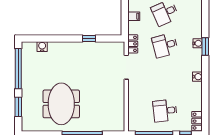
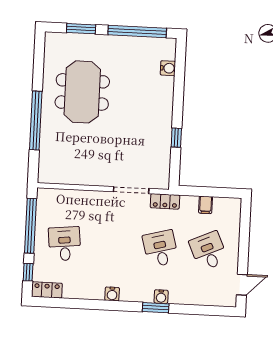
meeting table: (61, 104) -> (82, 92), turned 90

